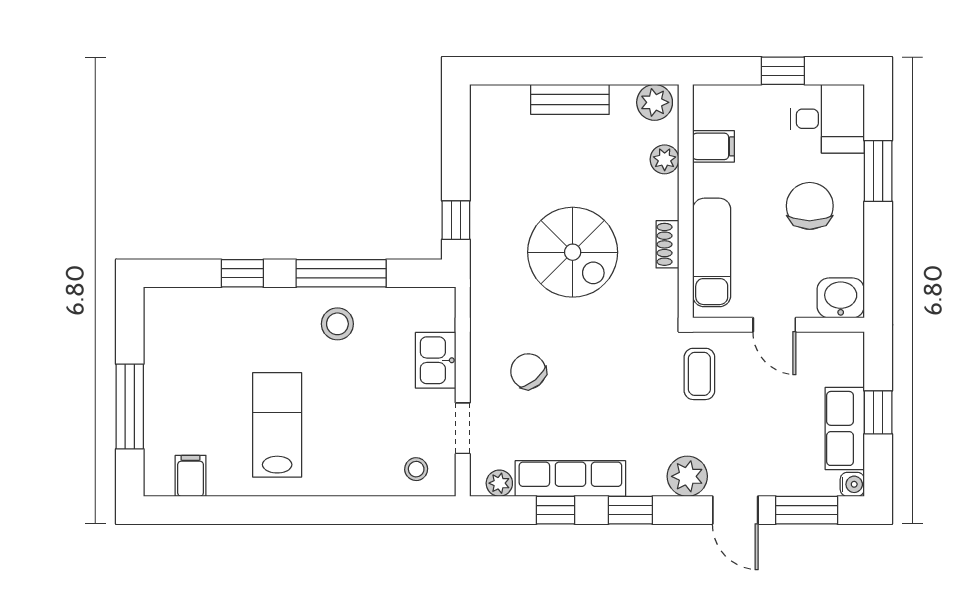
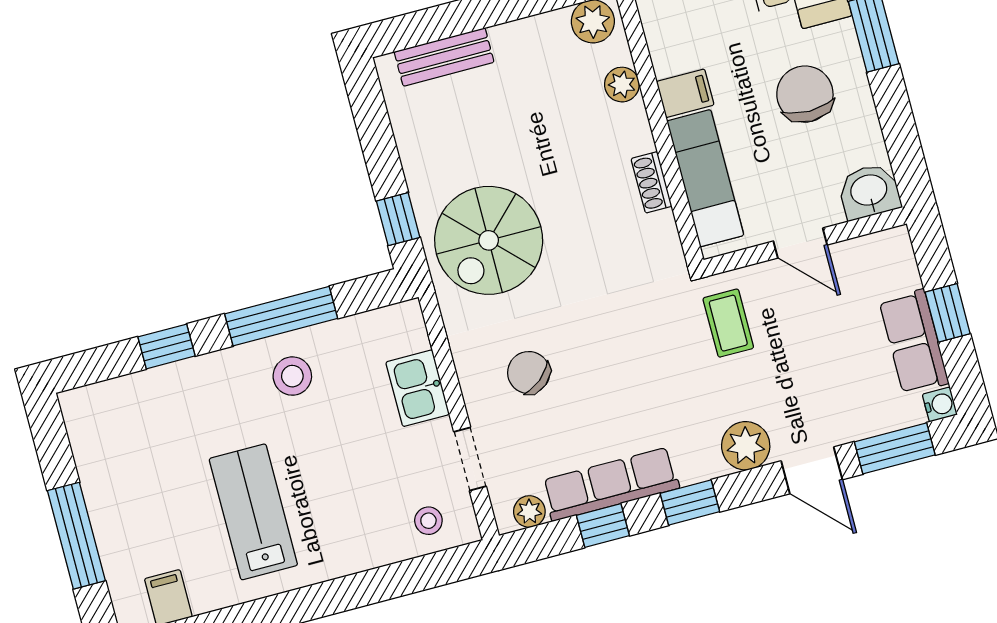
bench: (570, 99) -> (444, 57), moved
filing cabinet: (714, 146) -> (685, 93), moved
spiral stairs: (573, 252) -> (489, 240), moved, turned 90

